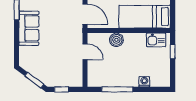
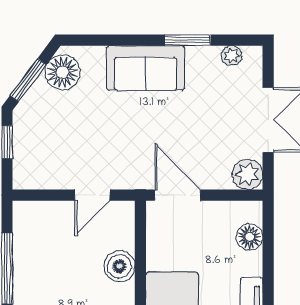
door: (85, 14) -> (178, 195), swing flipped
floor lamp: (31, 65) -> (63, 72), added

